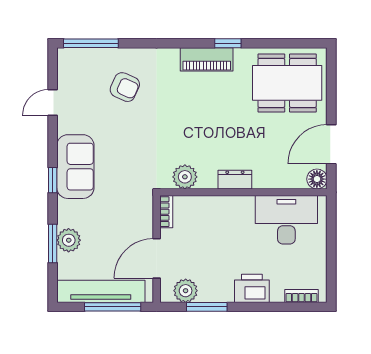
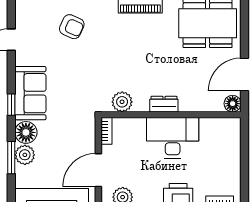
floor lamp: (70, 213) -> (26, 132), added
desk: (286, 220) -> (173, 138), moved

